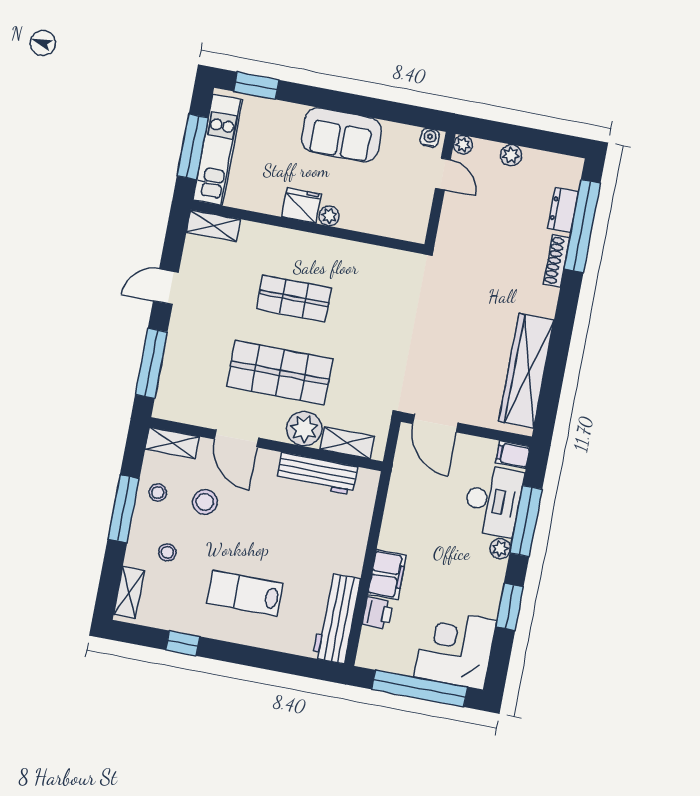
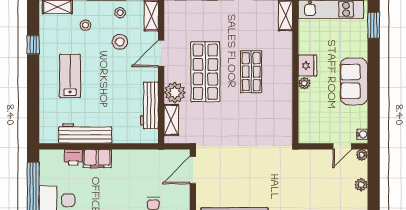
workbench: (336, 618) -> (85, 133), moved

